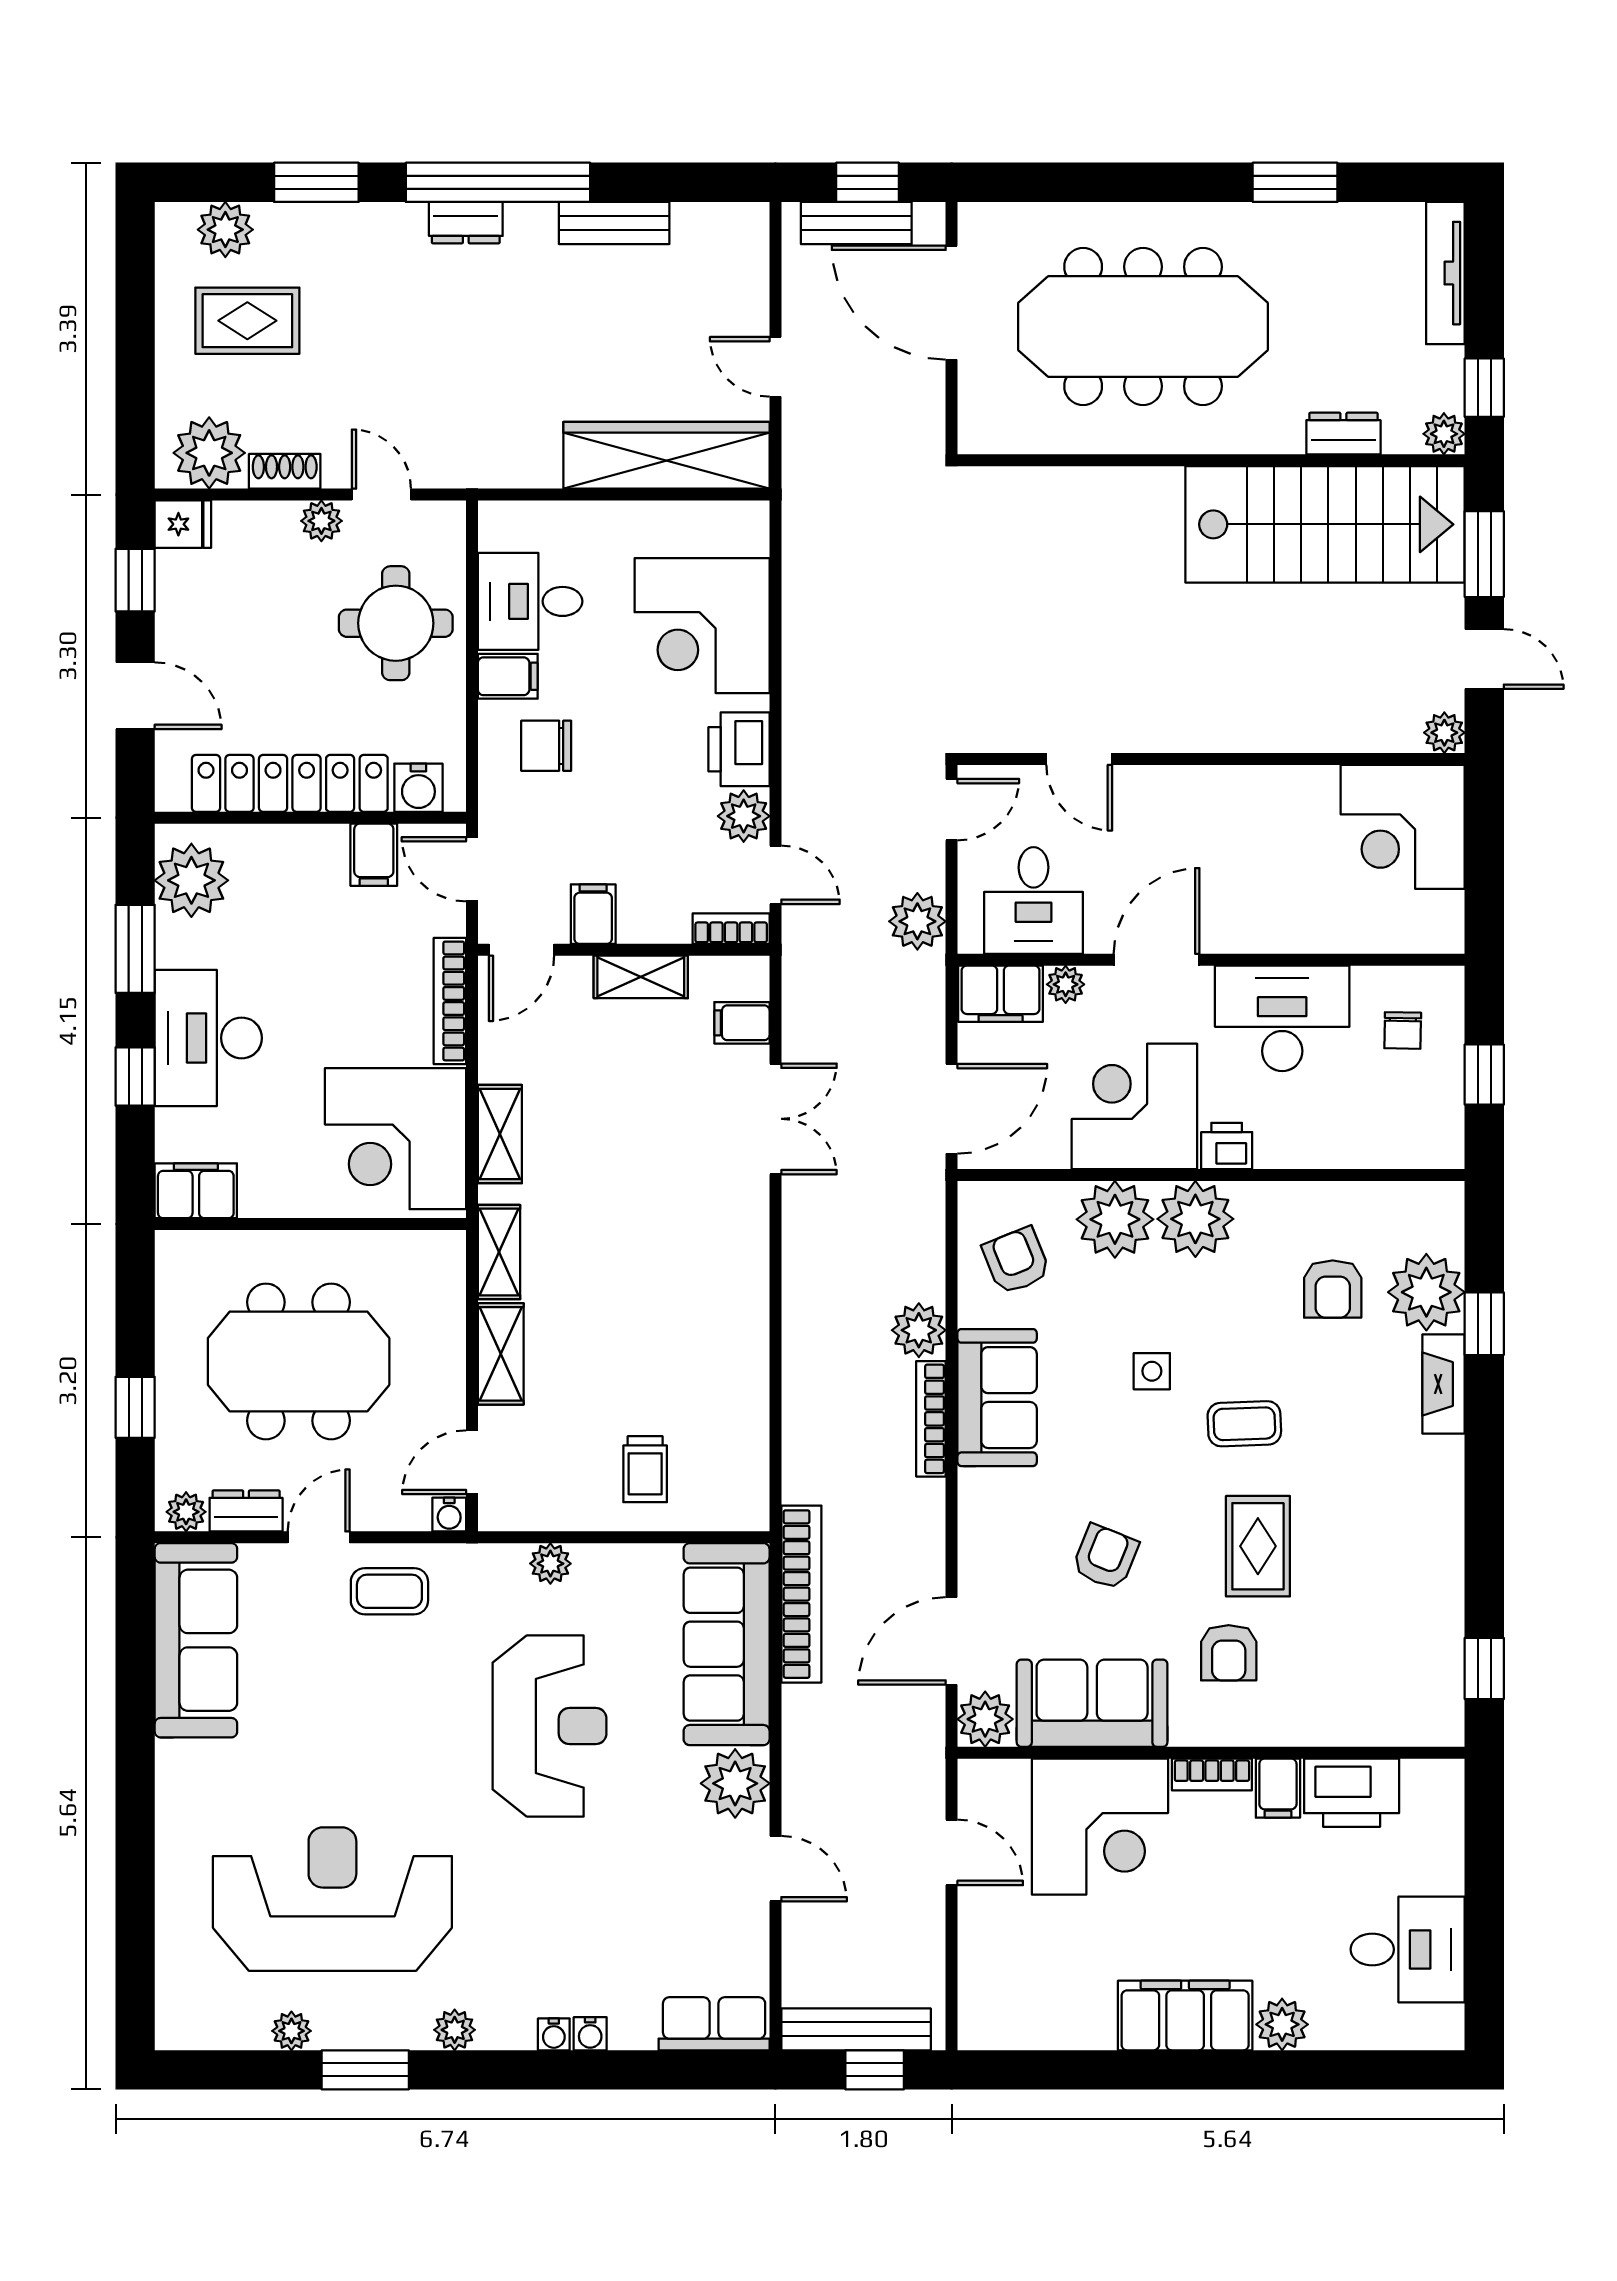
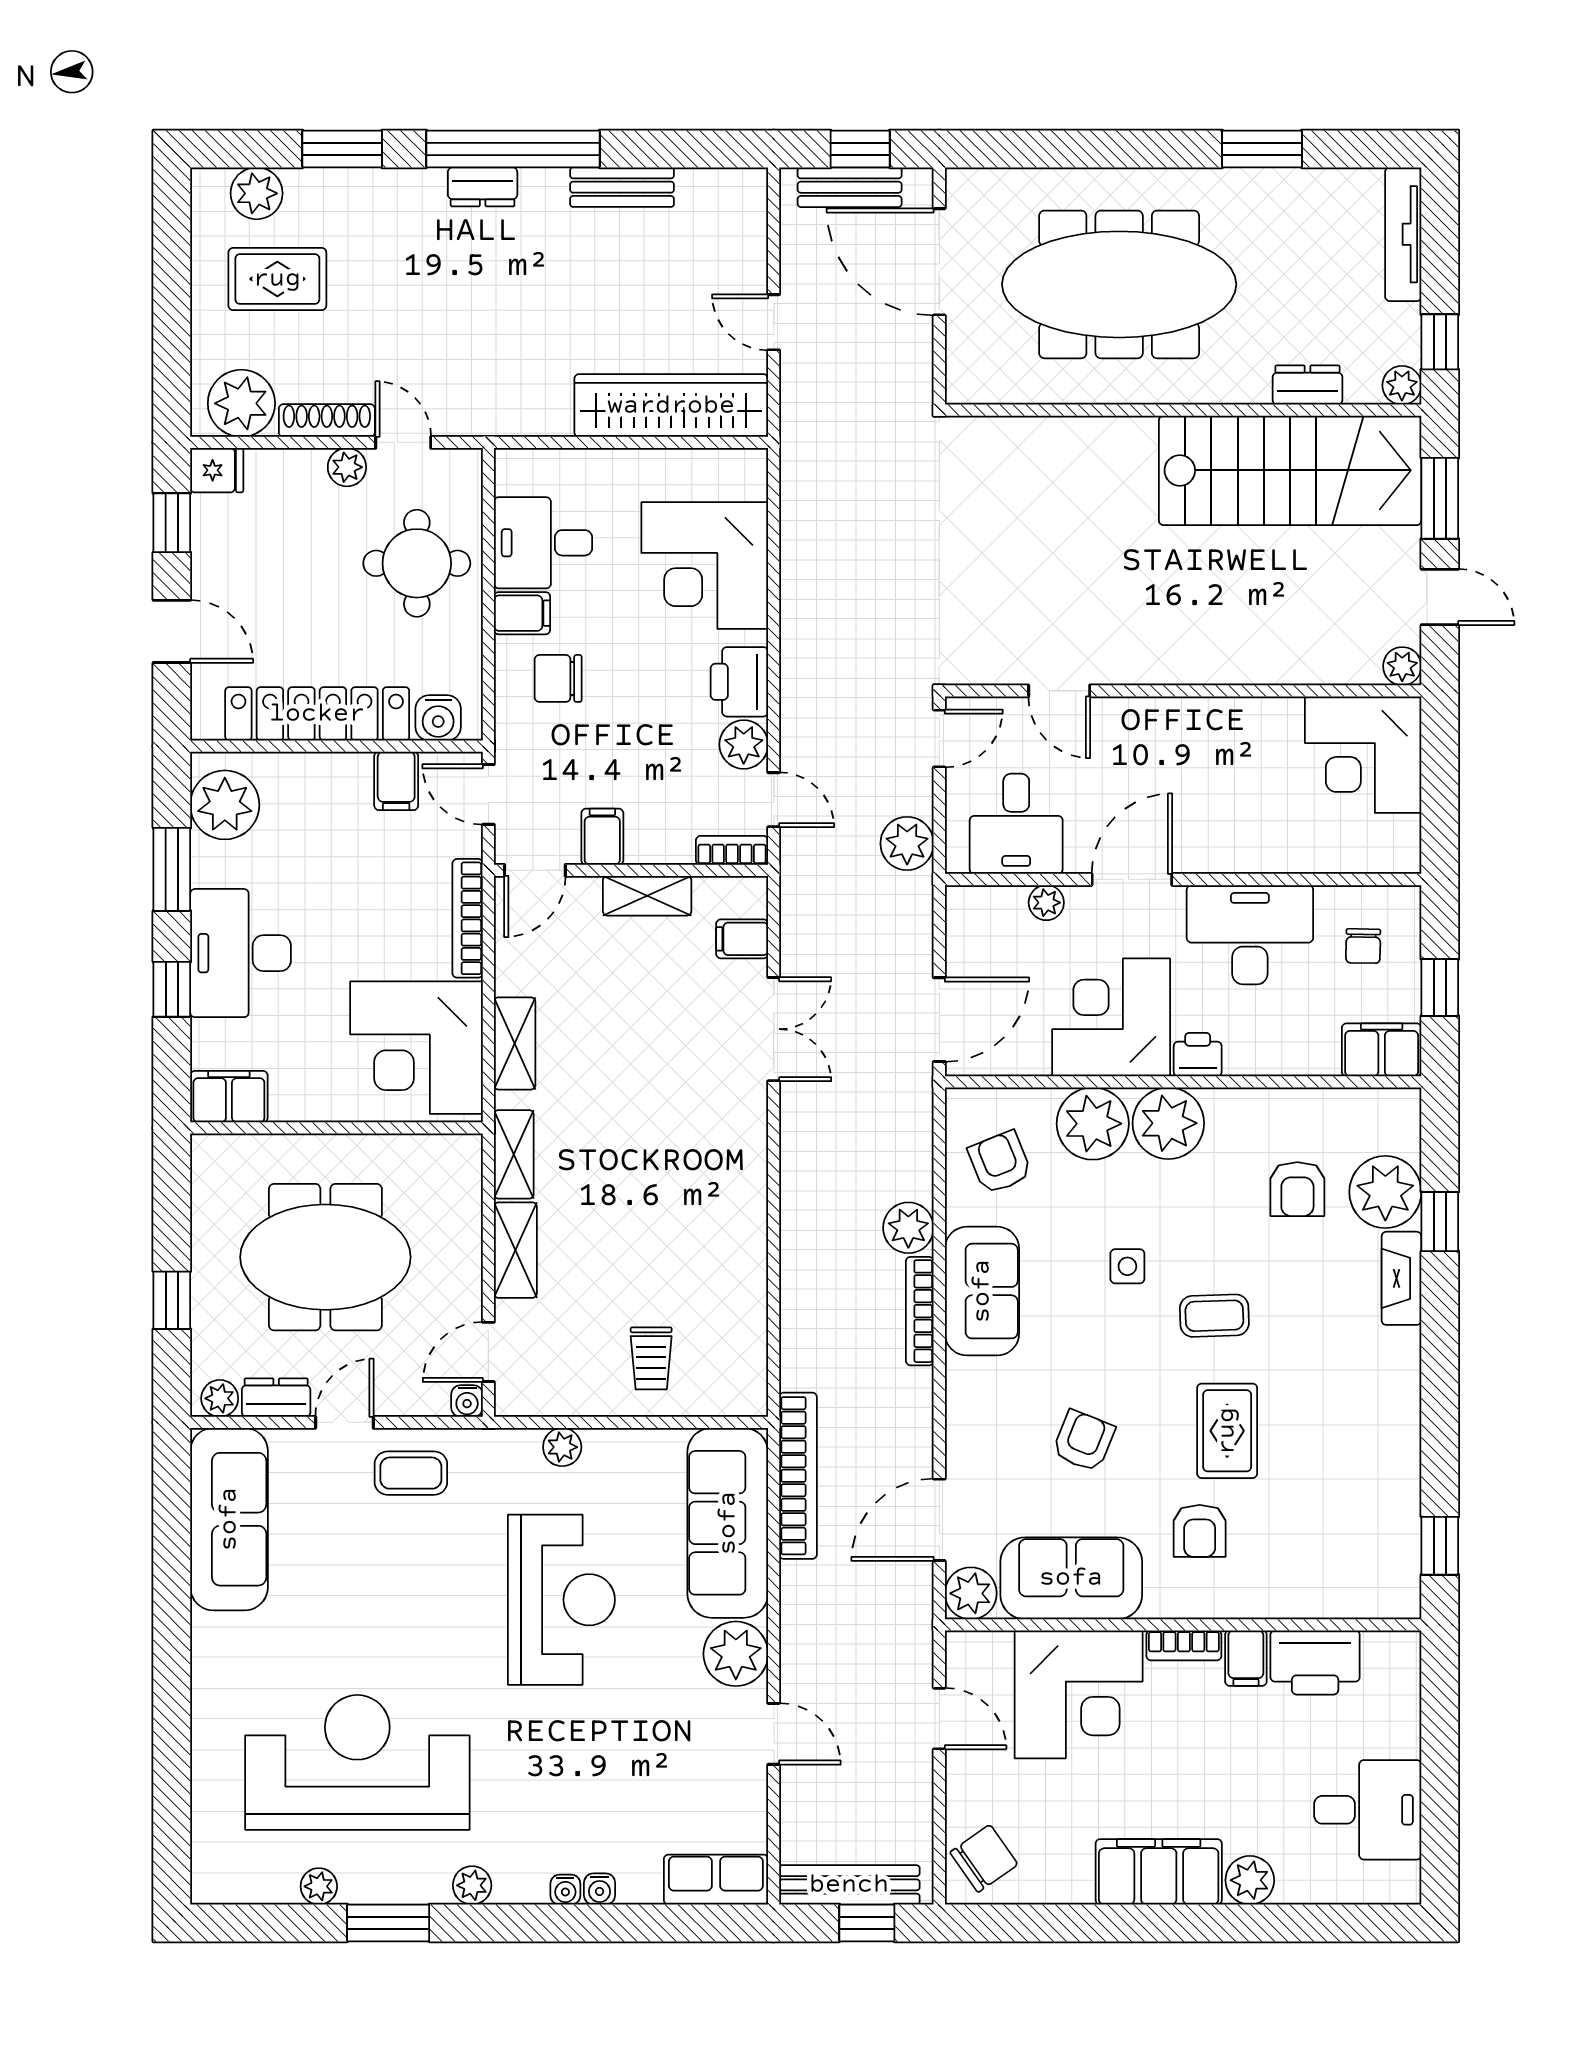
shoe rack: (285, 471) -> (327, 421), width x1.43
filing cabinet: (1001, 994) -> (1382, 1050), moved, turned 180
chair: (999, 2001) -> (984, 1858), added

